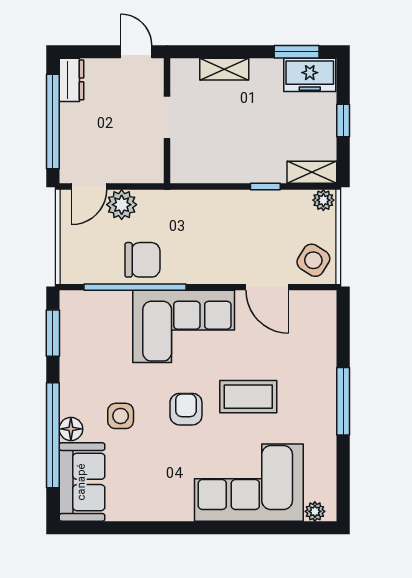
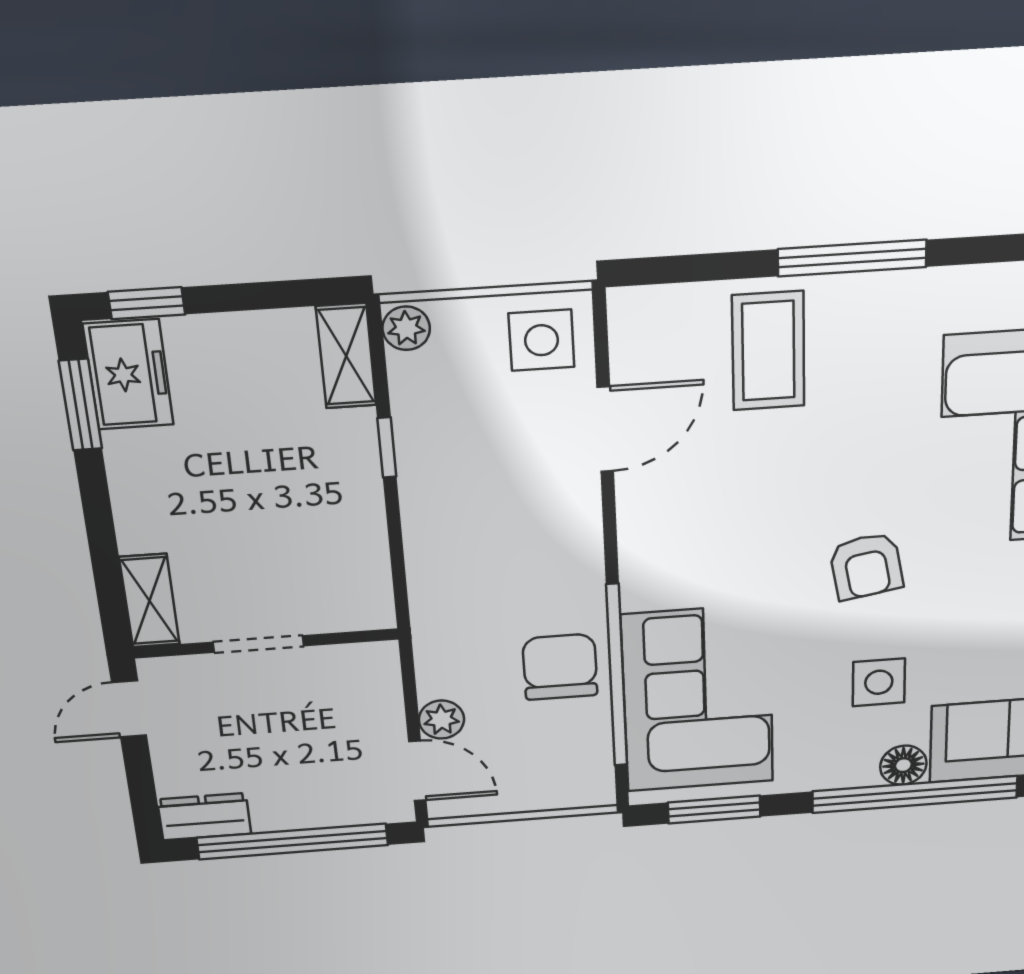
shelving: (224, 69) -> (149, 601), moved
window: (343, 121) -> (147, 303), moved
plant: (122, 205) -> (441, 720), width x0.73, depth x0.73
side table: (313, 260) -> (541, 340), turned -32
corner sofa: (184, 326) -> (698, 699), moved
coffee table: (248, 397) -> (768, 351), moved
armchair: (186, 409) -> (866, 566), turned -100

